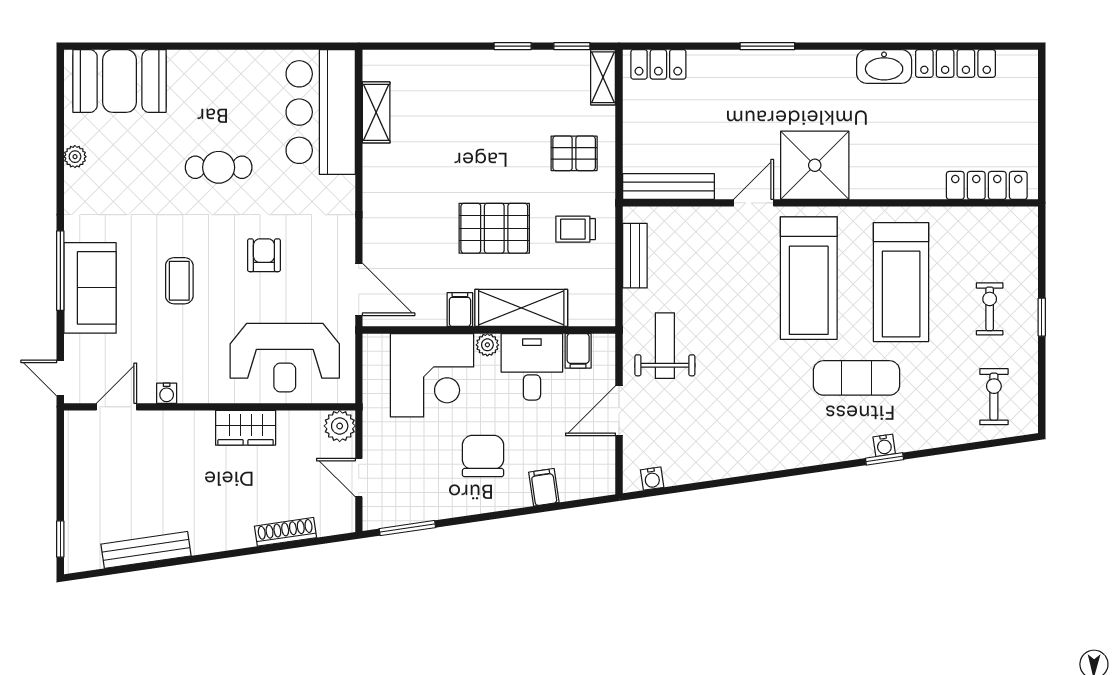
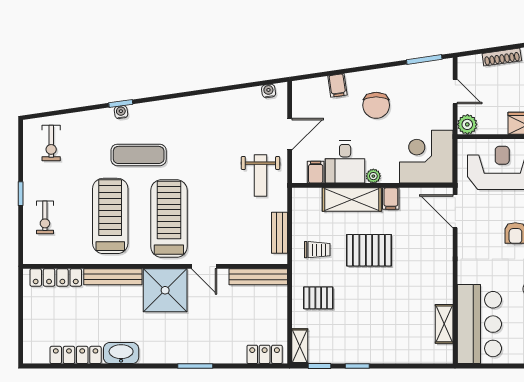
bench: (897, 187) -> (113, 277), added
door: (754, 203) -> (204, 266), hinge flipped
exercise bike: (990, 309) -> (45, 217), moved
corner desk: (432, 375) -> (426, 157), moved

